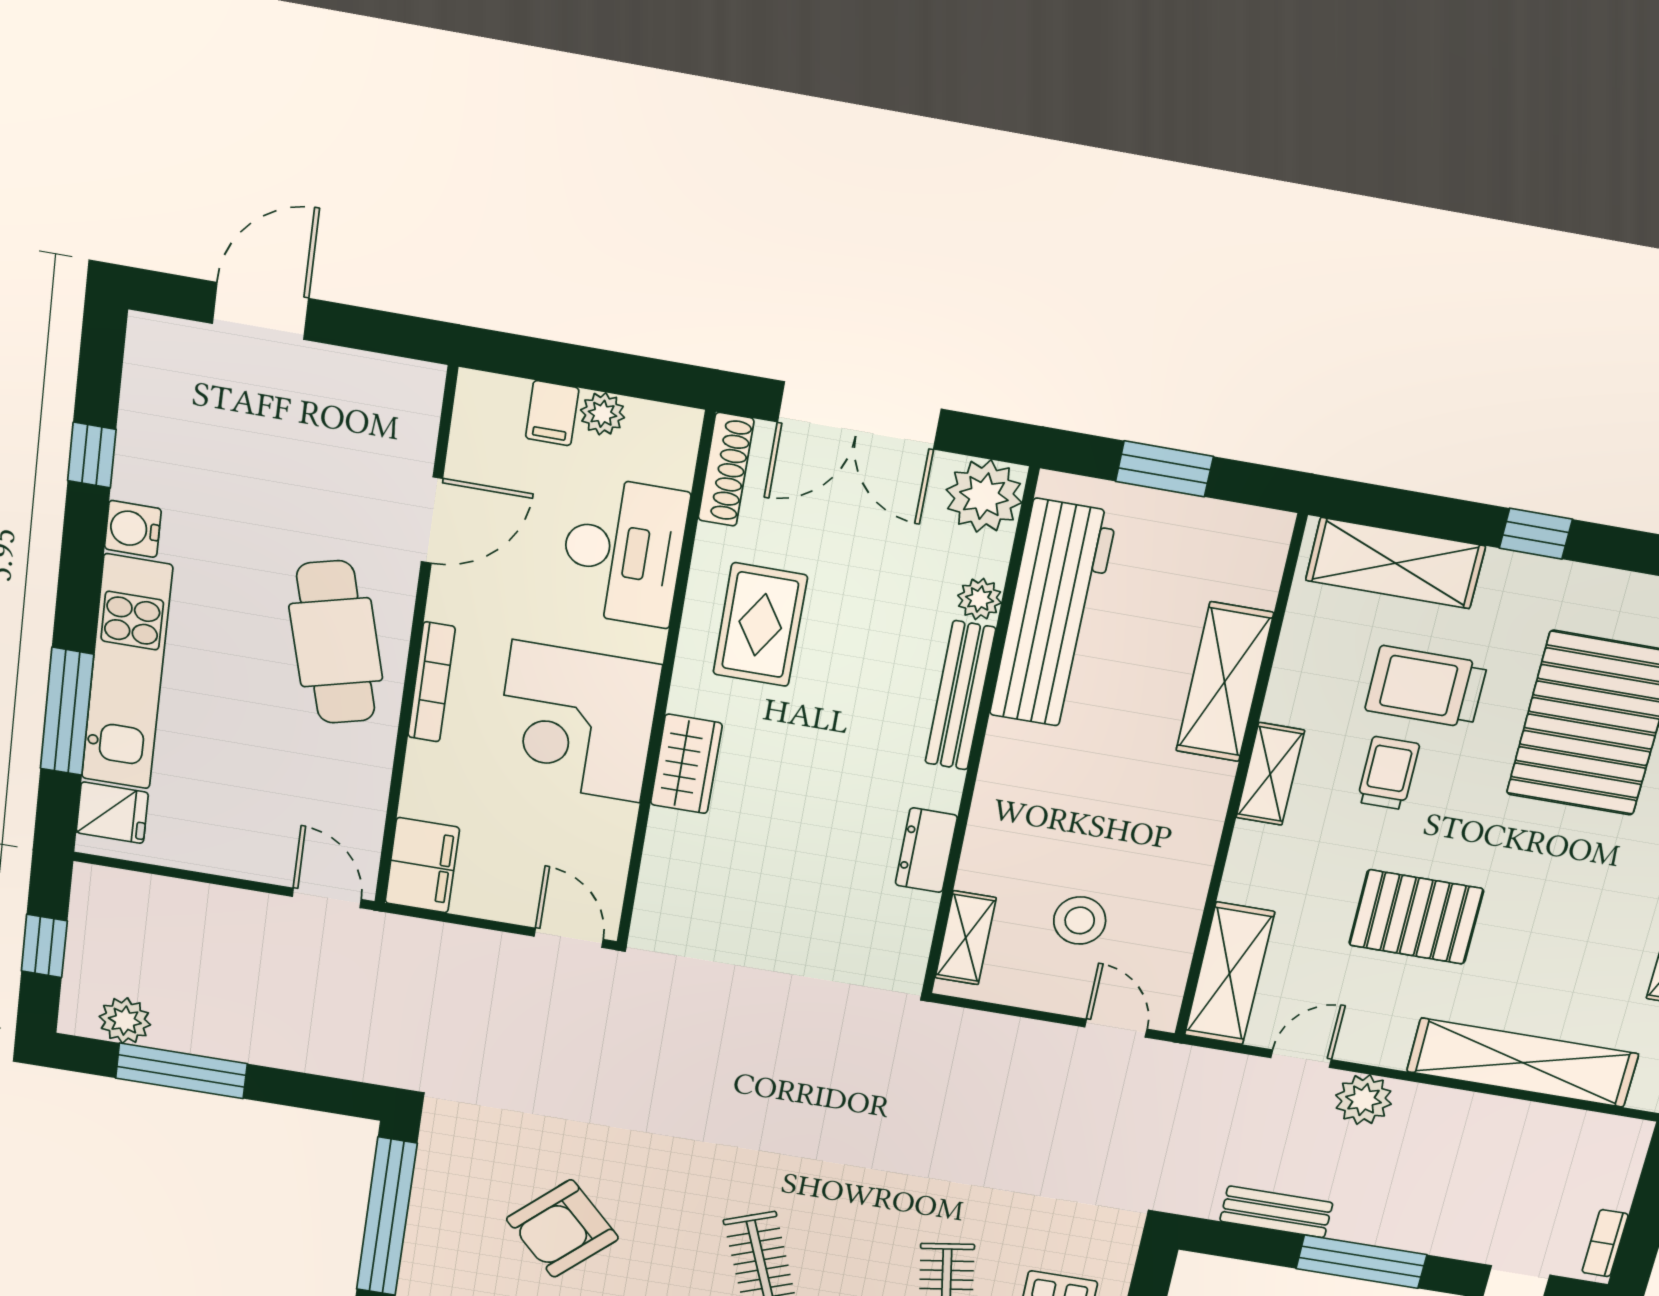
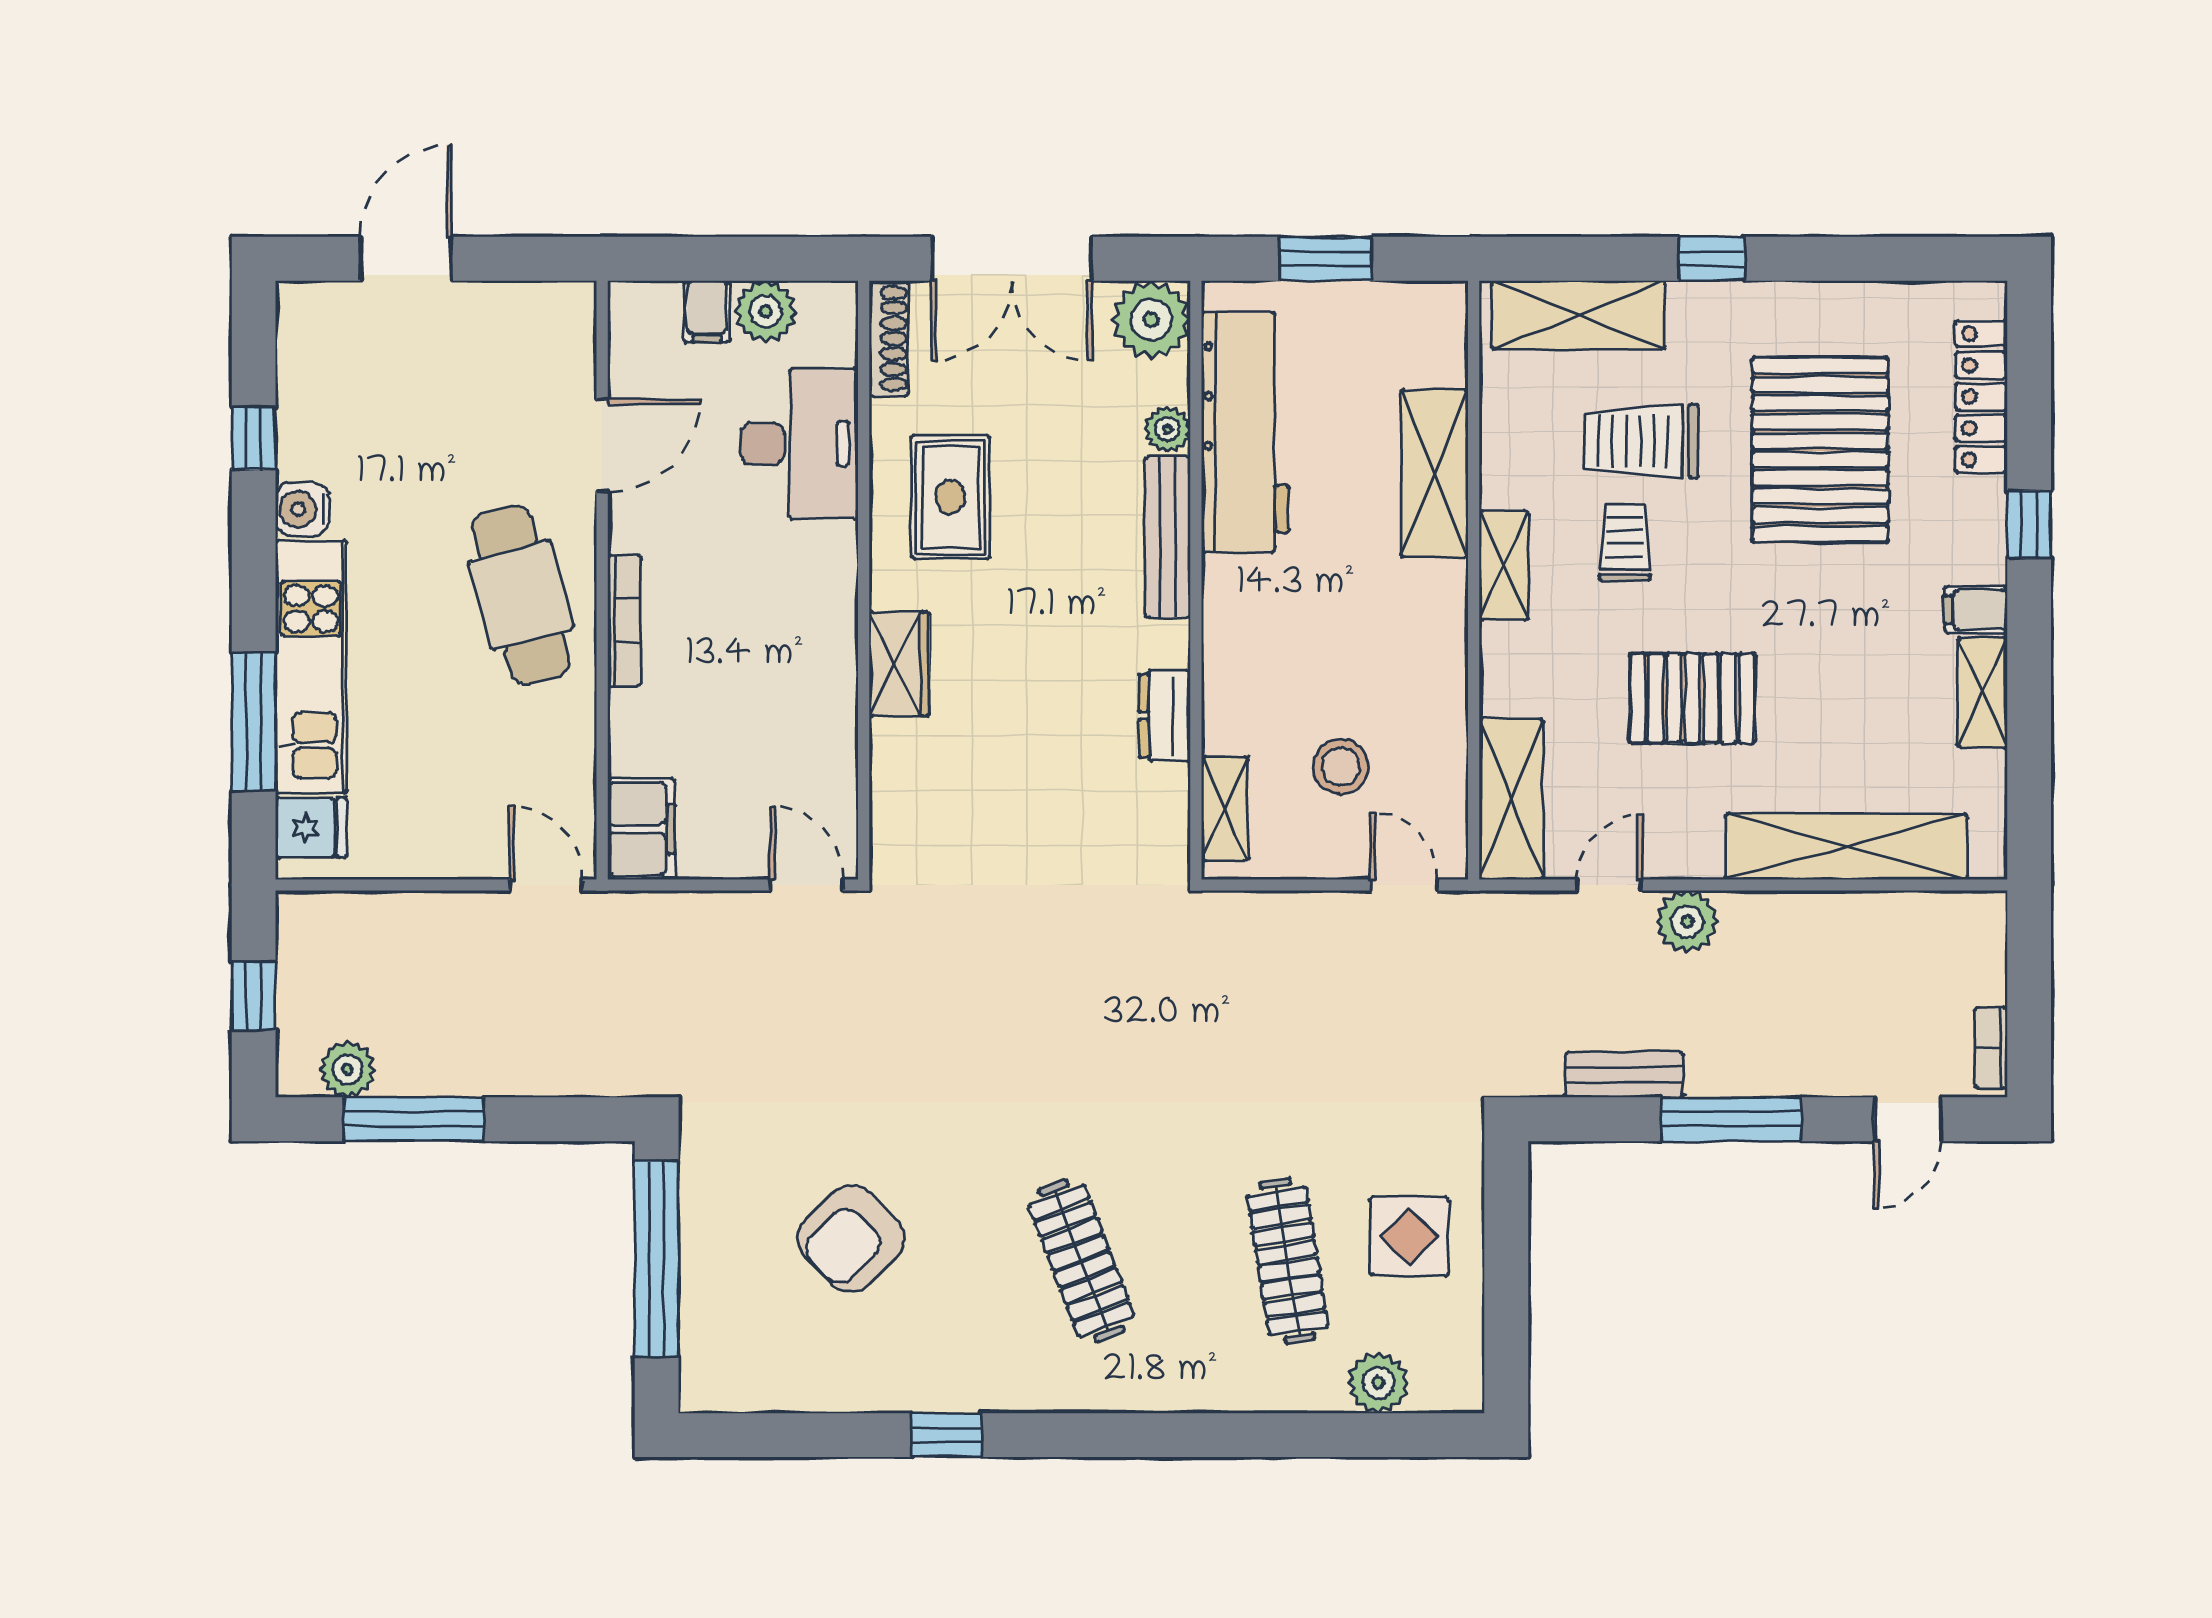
plant: (602, 414) -> (765, 311), width x1.38, depth x1.38
corner desk: (577, 722) -> (779, 637), removed

